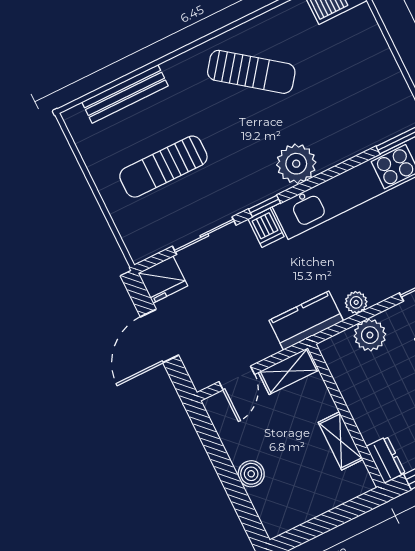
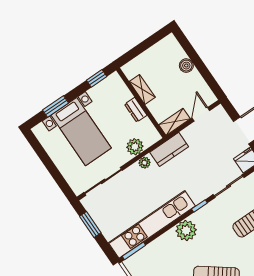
dishwasher: (266, 228) -> (197, 195), removed
dresser: (386, 460) -> (136, 110), moved

